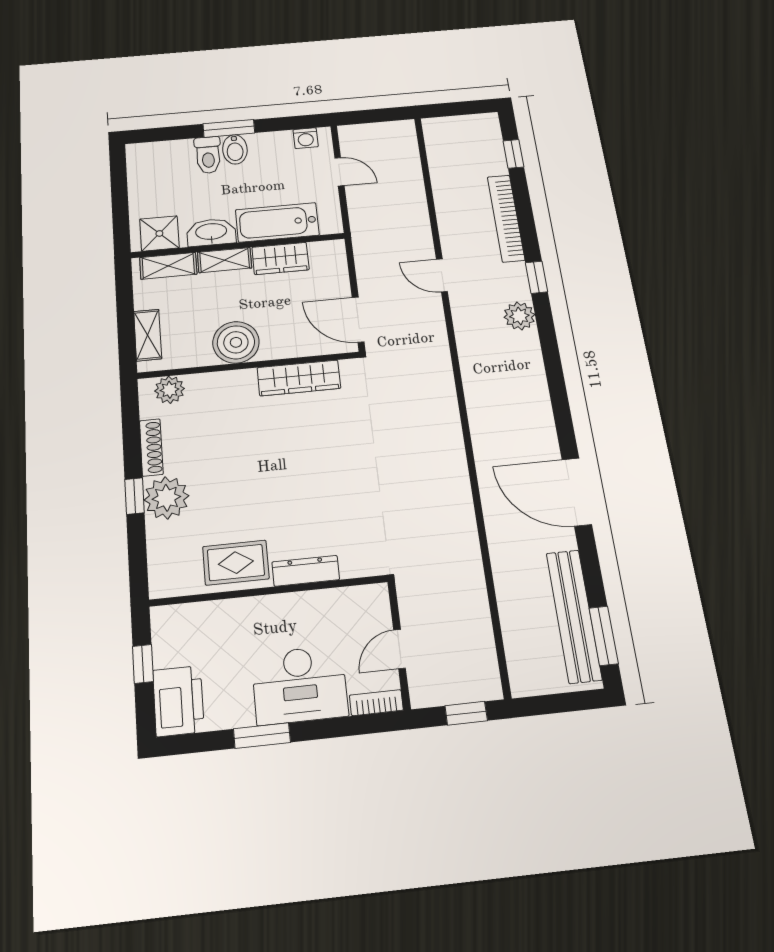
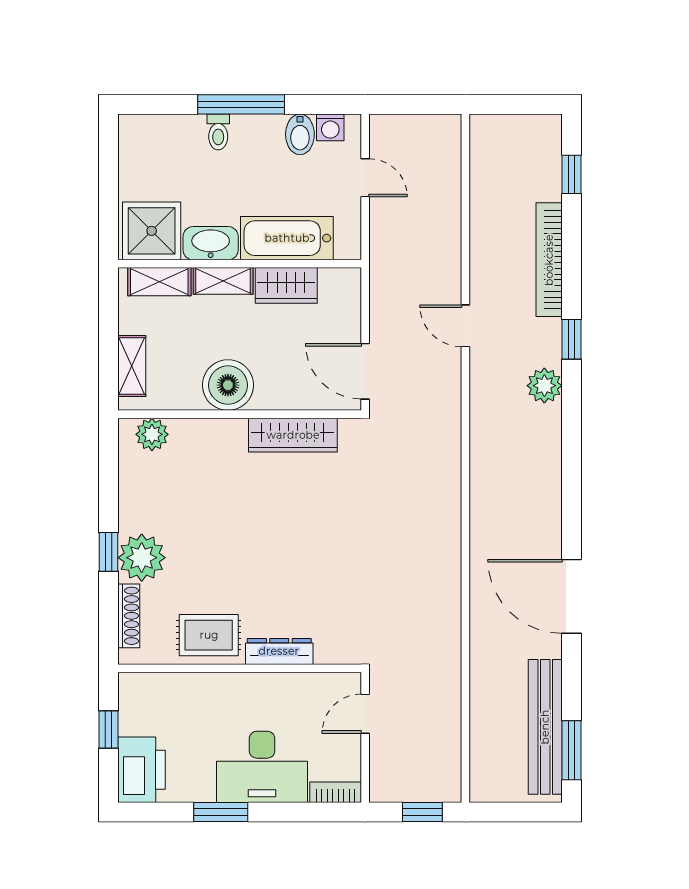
window: (229, 128) -> (241, 104), width x1.44
bidet: (235, 149) -> (300, 134), moved
toilet: (208, 155) -> (218, 132), width x0.73, depth x0.72
shower: (159, 233) -> (152, 231), width x1.36, depth x1.36
shoe rack: (151, 447) -> (129, 616), moved
door: (400, 649) -> (365, 714), moved

